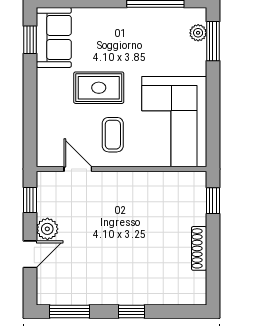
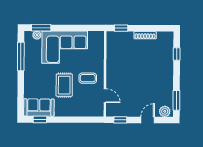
corner sofa: (174, 122) -> (65, 47), moved
door: (78, 169) -> (105, 96), swing flipped
plant: (47, 229) -> (165, 111), moved
door: (30, 254) -> (148, 120), hinge flipped
window: (131, 312) -> (177, 54), moved

